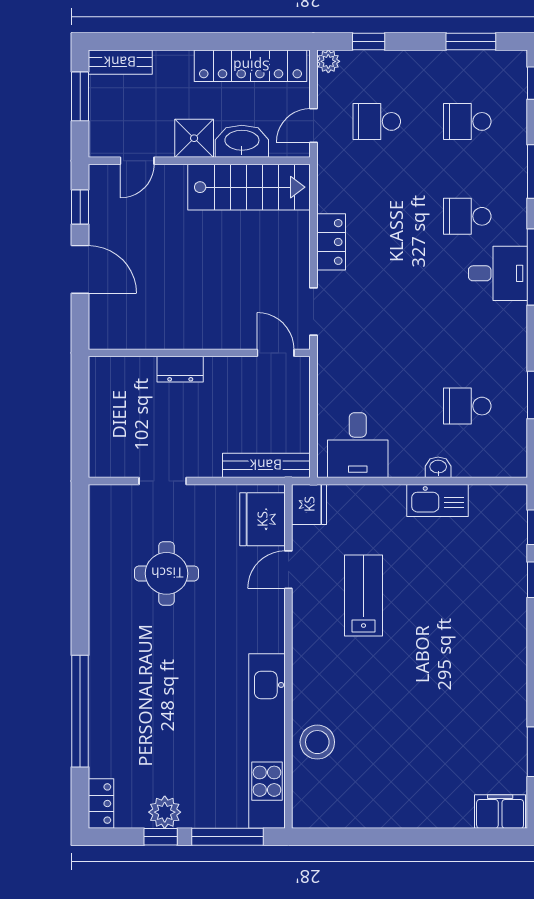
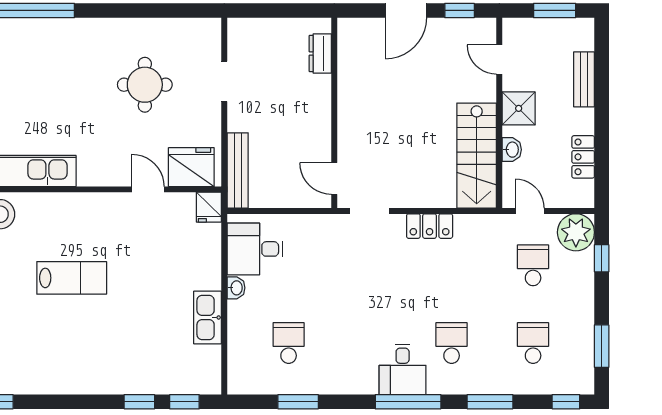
plant: (328, 61) -> (576, 232), width x1.87, depth x1.87
bench: (120, 62) -> (584, 79), moved
locker: (251, 66) -> (583, 157), width x0.46, depth x0.83
washbasin: (242, 141) -> (512, 150), width x0.52, depth x0.69
door: (276, 353) -> (334, 178), swing flipped
dresser: (180, 369) -> (320, 53), moved
washbasin: (438, 467) -> (236, 288), moved
fridge: (309, 504) -> (209, 207), width x0.72
lab bench: (364, 596) -> (72, 278), moved

